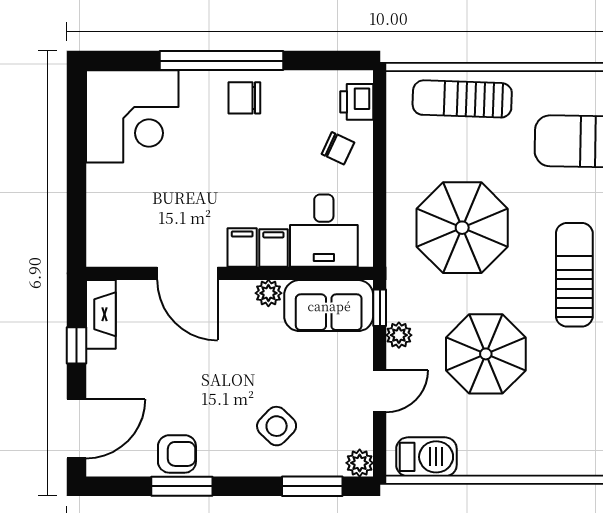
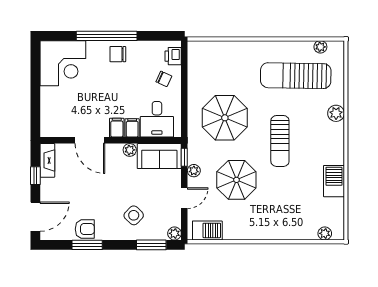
sun lounger: (462, 99) -> (225, 55), removed
sun lounger: (574, 275) -> (280, 141), turned 180

